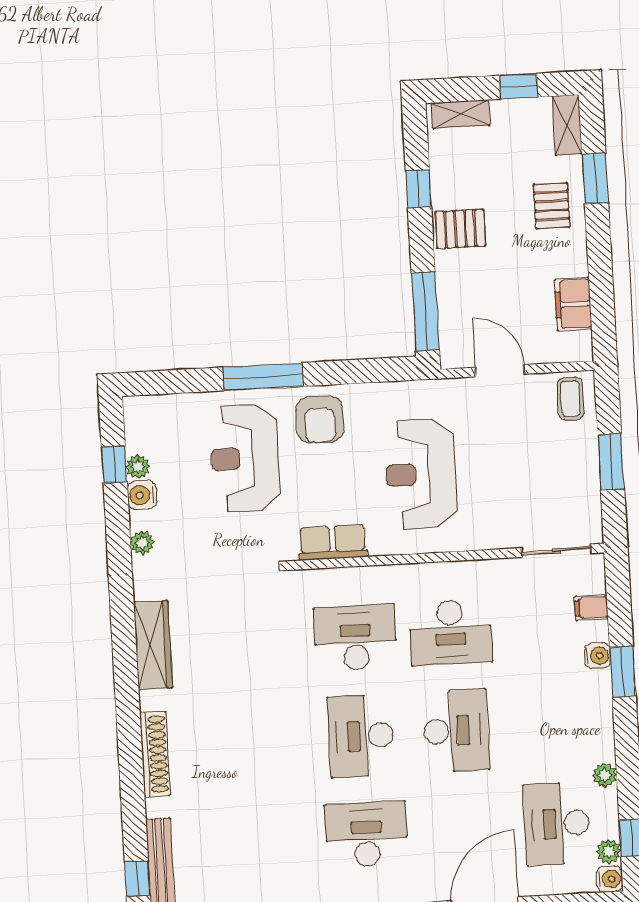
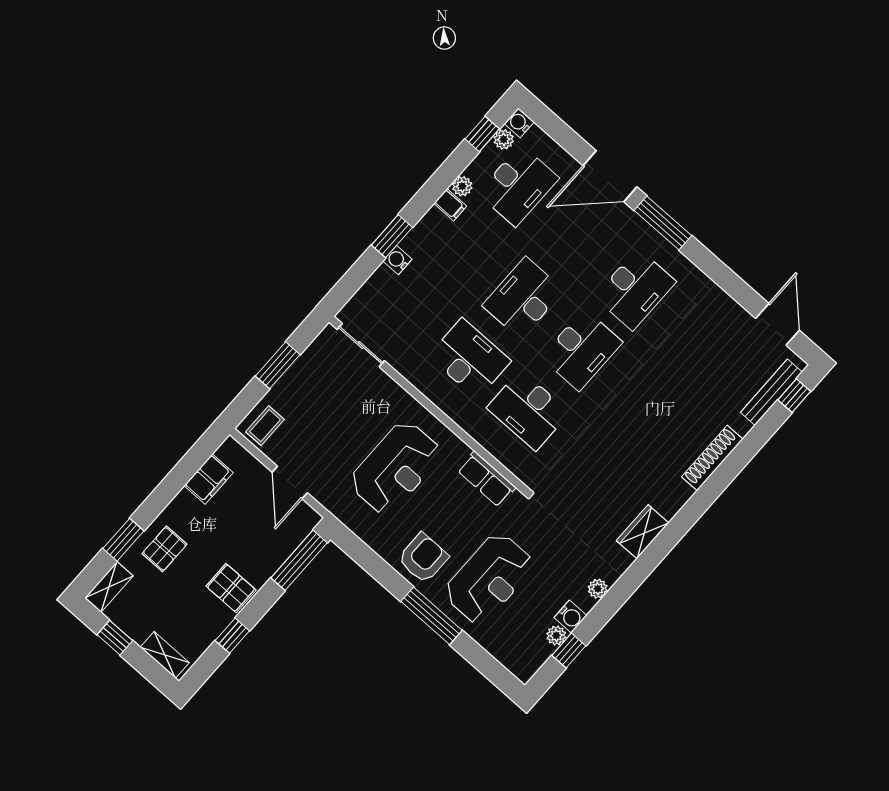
filing cabinet: (591, 608) -> (450, 205), moved
wardrobe: (153, 645) -> (643, 532), width x0.67
desk: (366, 834) -> (635, 289), turned -90

